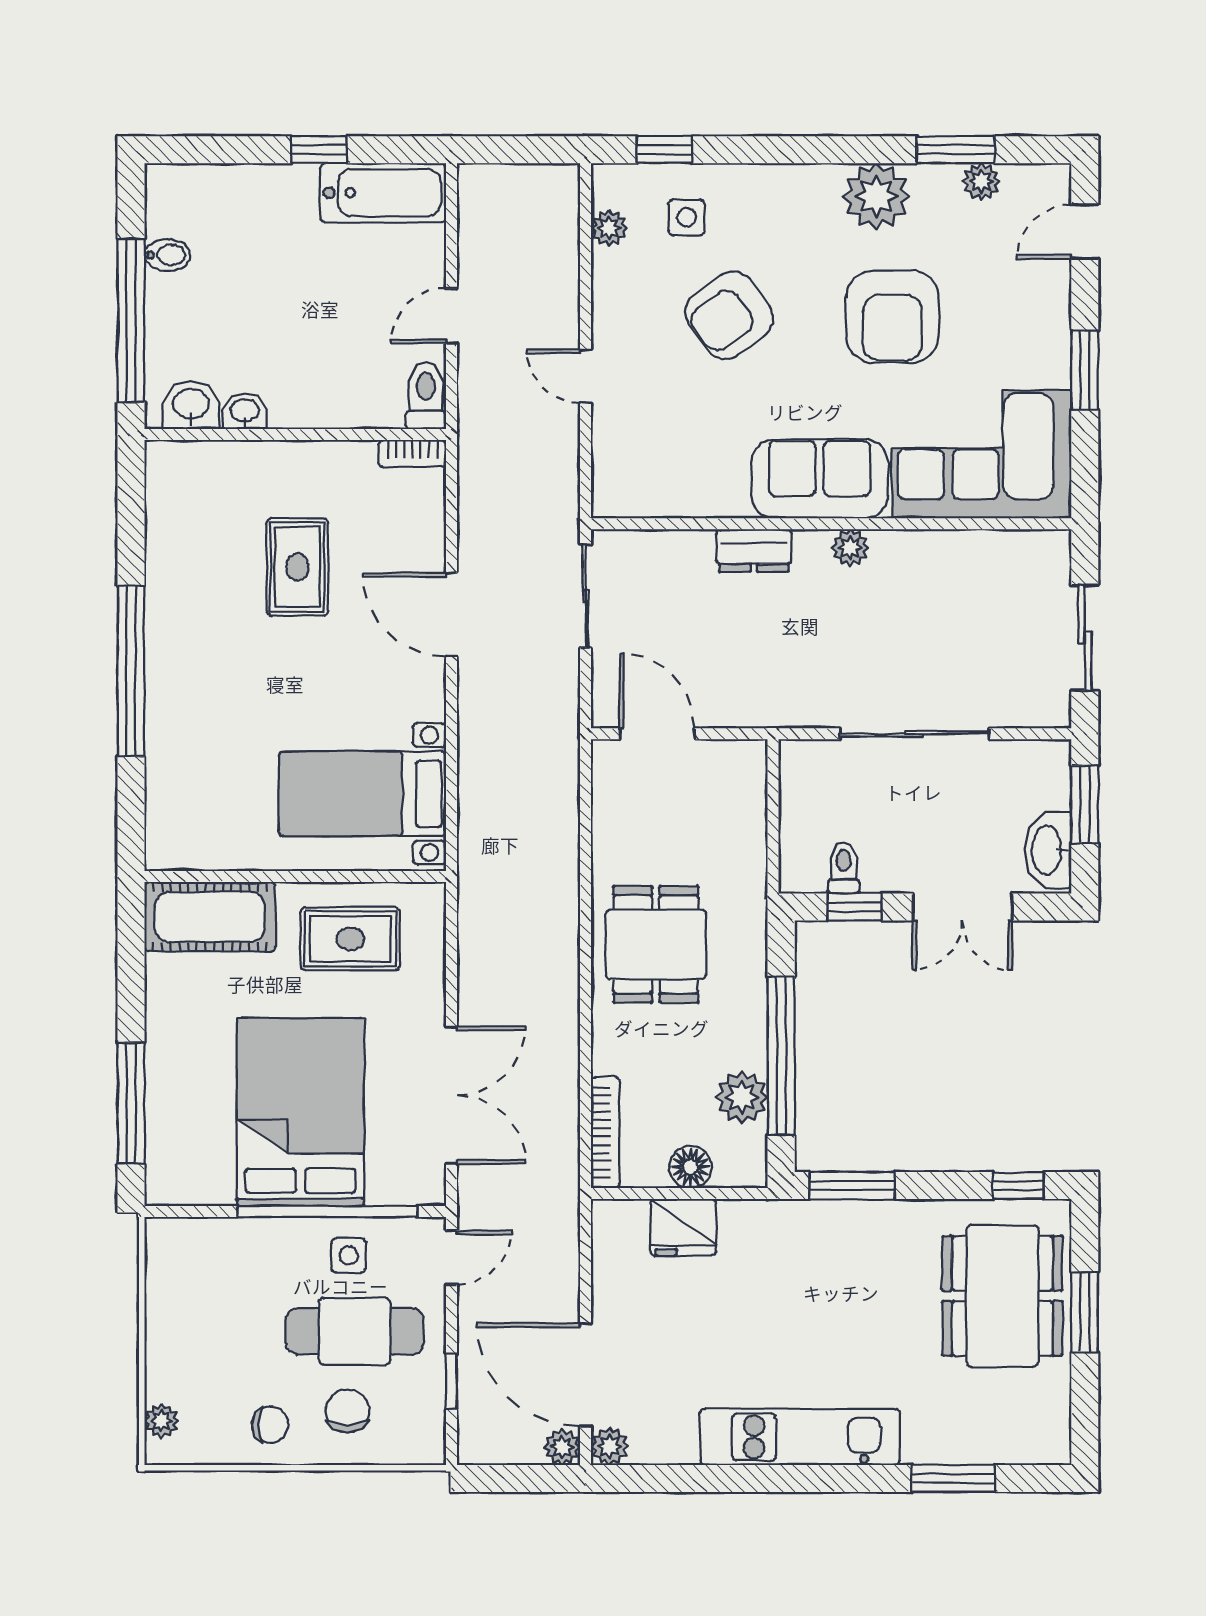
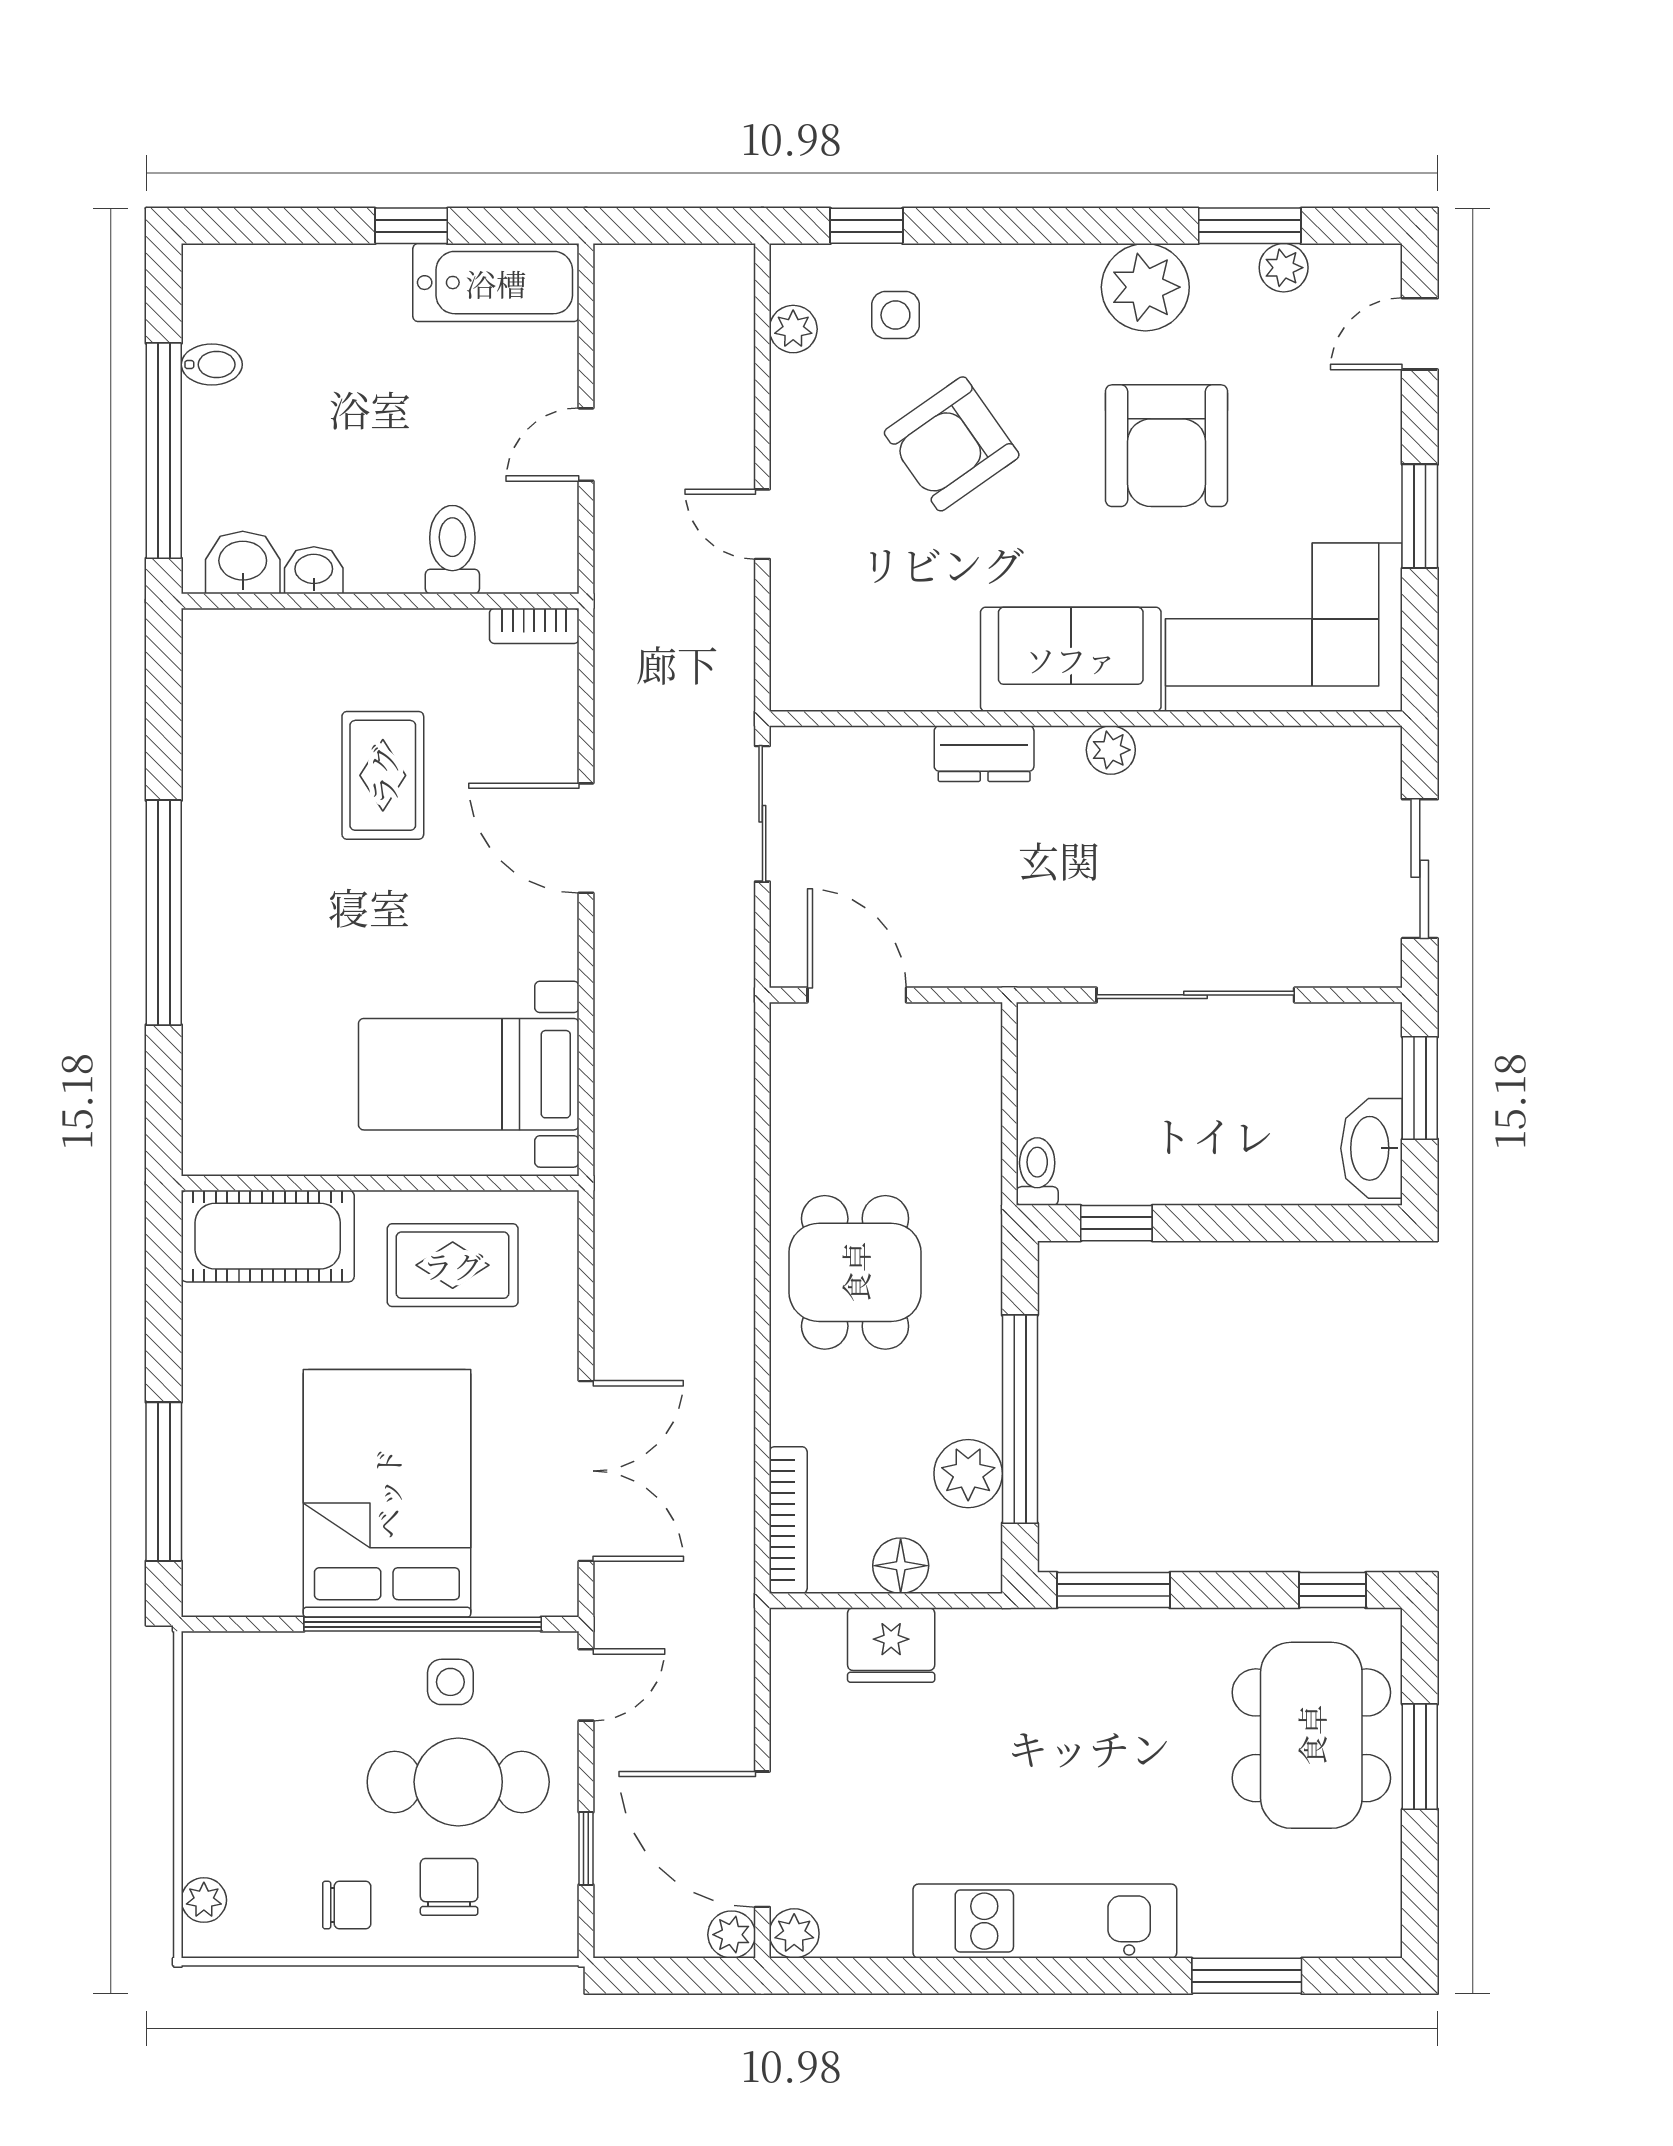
toilet: (426, 396) -> (452, 550), moved
toilet: (844, 868) -> (1037, 1172), moved
double door: (962, 907) -> (1259, 1223), removed

